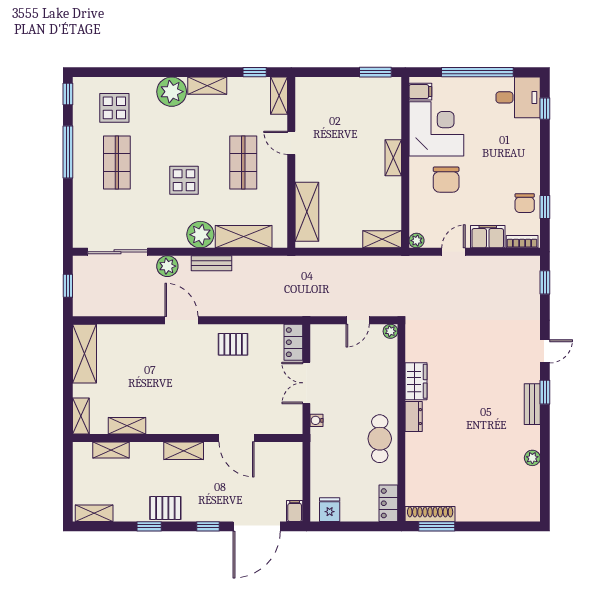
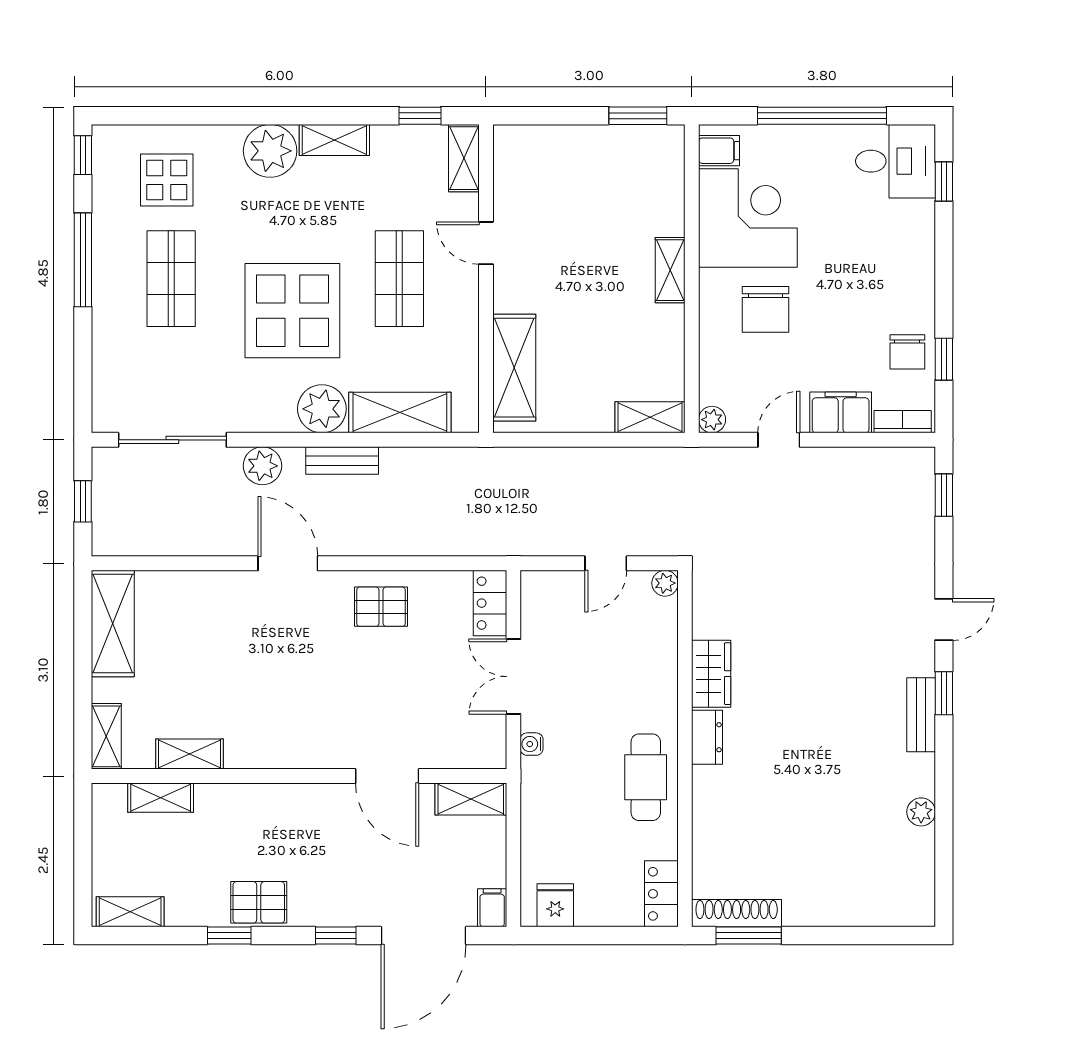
display table: (184, 180) -> (292, 311), width x1.86, depth x1.86
shelving: (184, 451) -> (471, 799), moved

